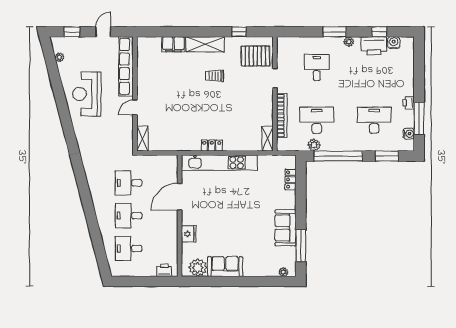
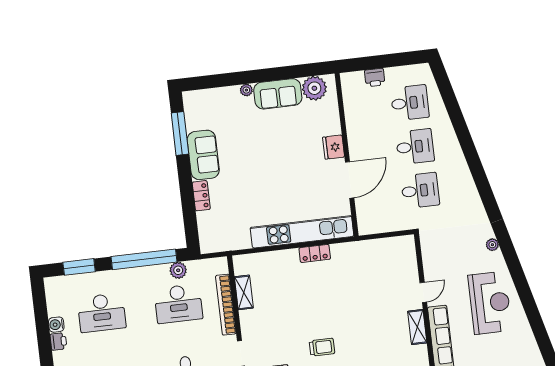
plant: (59, 57) -> (492, 245), moved
window: (419, 118) -> (42, 322), removed
water cooler: (409, 134) -> (56, 325), moved
shelving: (142, 139) -> (417, 327), moved
shelving: (267, 139) -> (244, 292), moved
locker: (290, 179) -> (201, 196), moved
fridge: (189, 234) -> (334, 147), moved
printer: (164, 270) -> (375, 77), moved
plant: (283, 272) -> (246, 90), moved

